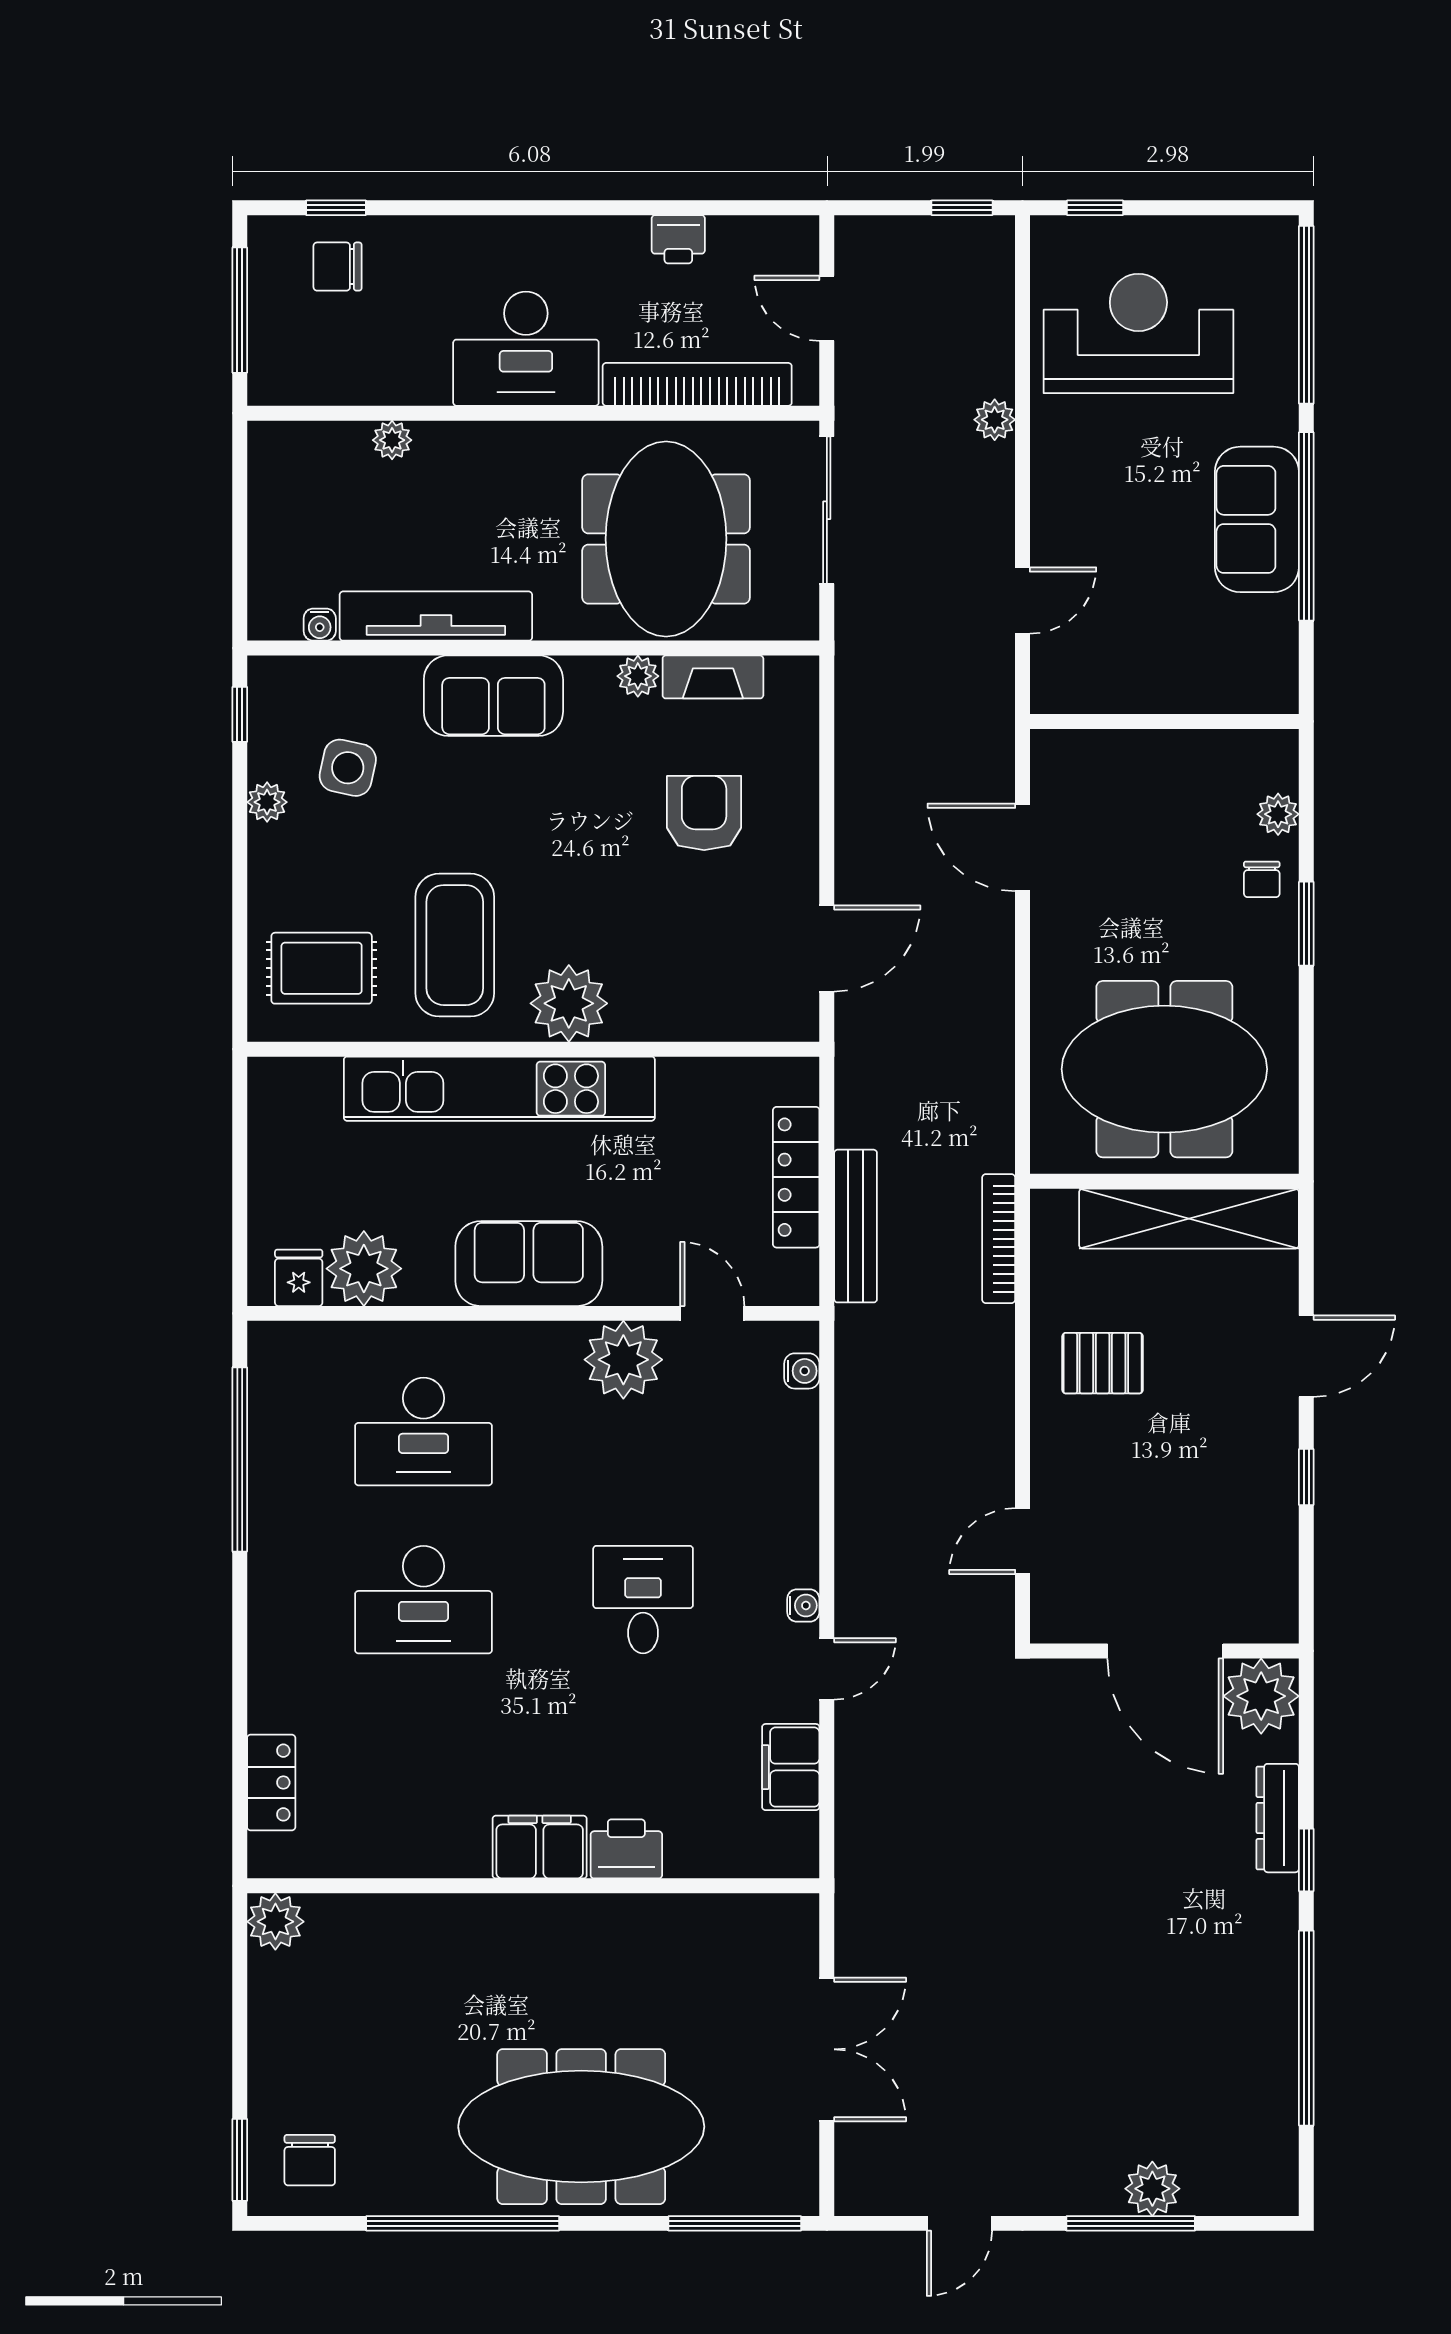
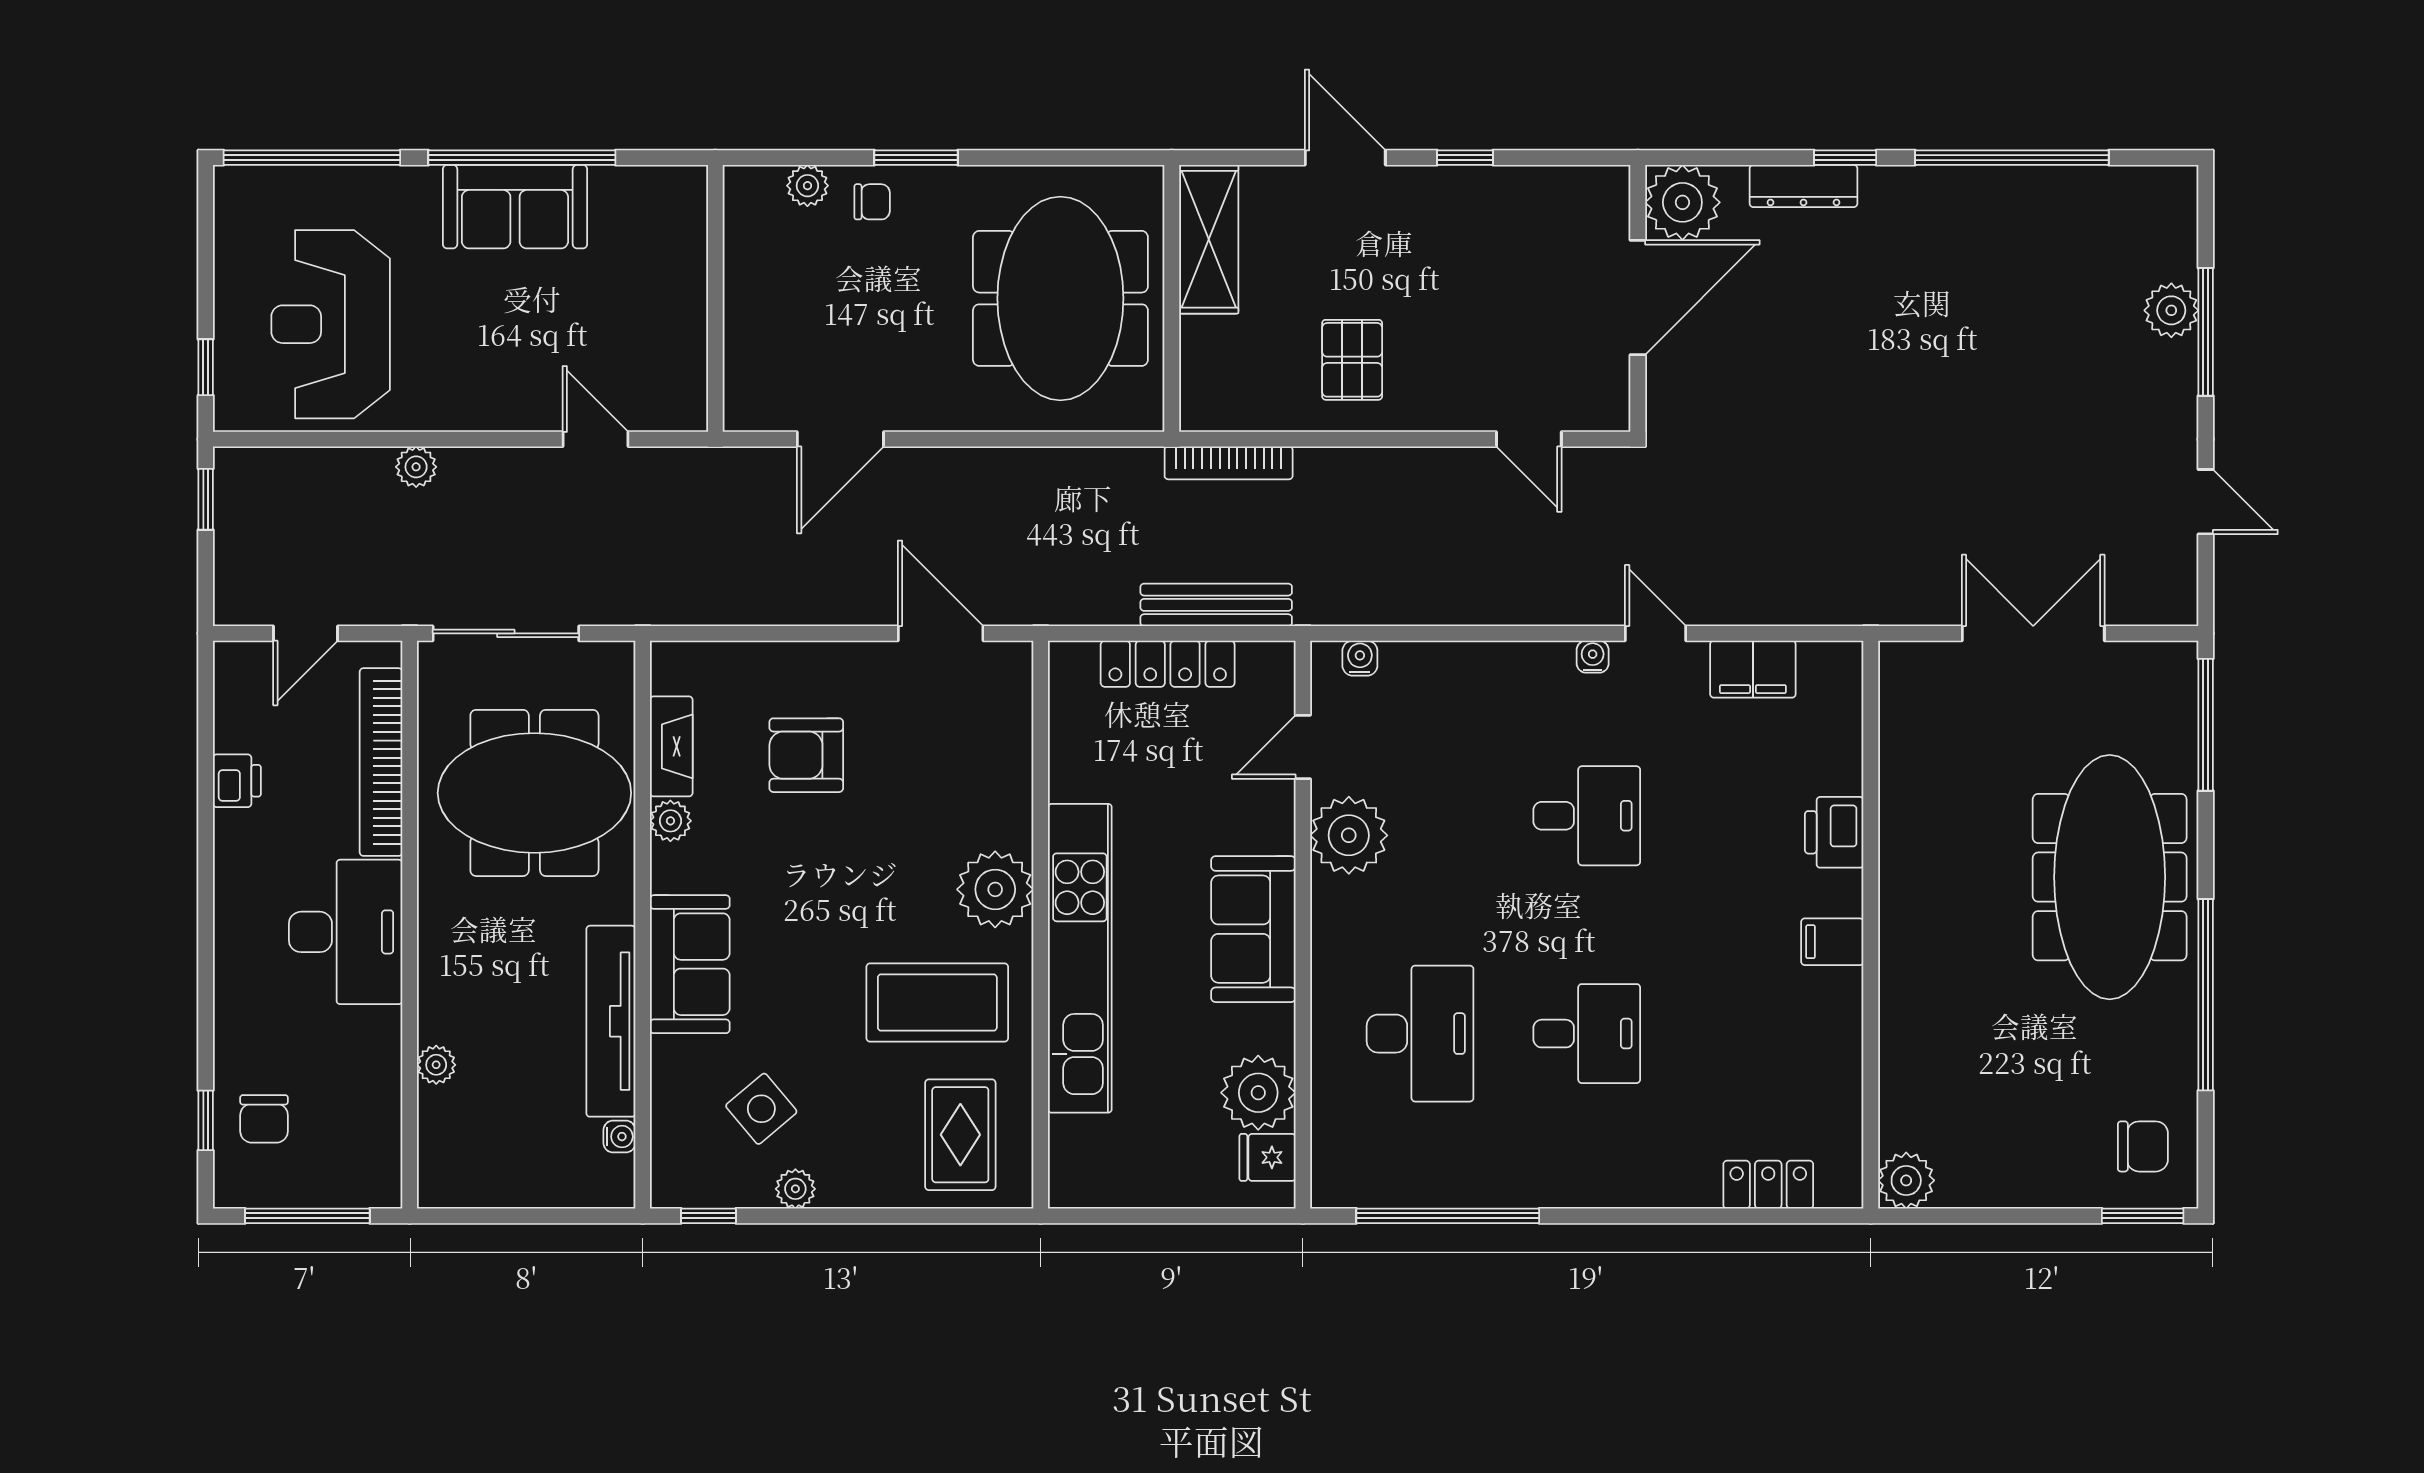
side table: (348, 768) -> (761, 1109), turned 38
shelving: (1189, 1219) -> (1209, 239), width x0.68
desk: (424, 1600) -> (1587, 1034), width x0.73
desk: (643, 1600) -> (1587, 816), turned 180
filing cabinet: (540, 1847) -> (1832, 942), width x0.50

